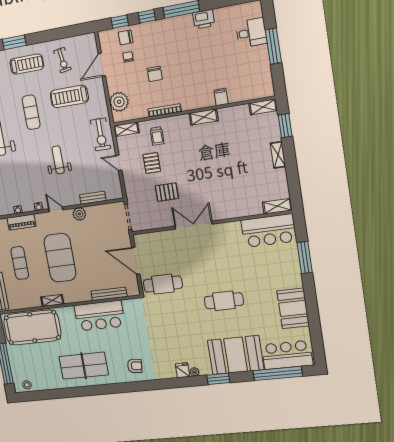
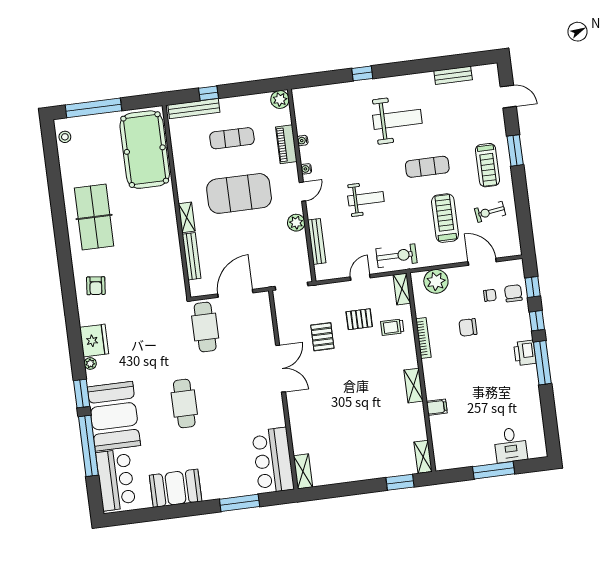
printer: (204, 19) -> (525, 353), moved
exercise bike: (101, 134) -> (397, 256), turned 180
shelving: (278, 155) -> (365, 473), removed
bench: (93, 198) -> (317, 241), width x1.36
shelving: (52, 300) -> (187, 217), moved
bar counter: (100, 316) -> (162, 242), removed
fridge: (182, 370) -> (94, 341), width x1.88, depth x1.34
window: (278, 374) -> (88, 446), moved

